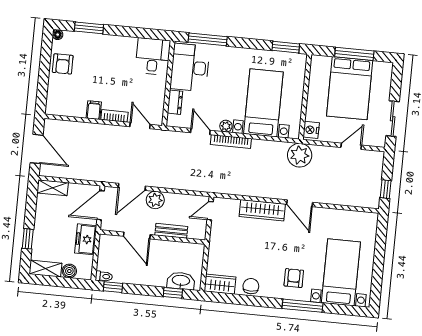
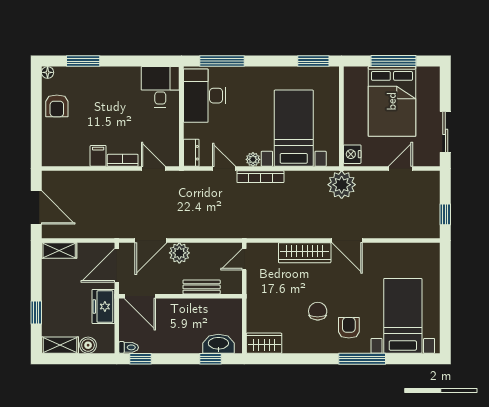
dresser: (175, 102) -> (191, 153), moved
door: (137, 235) -> (140, 296), moved
chair: (251, 286) -> (318, 311), moved

